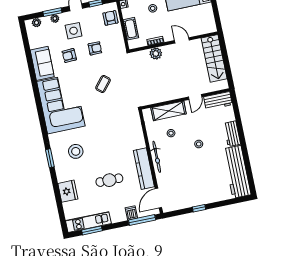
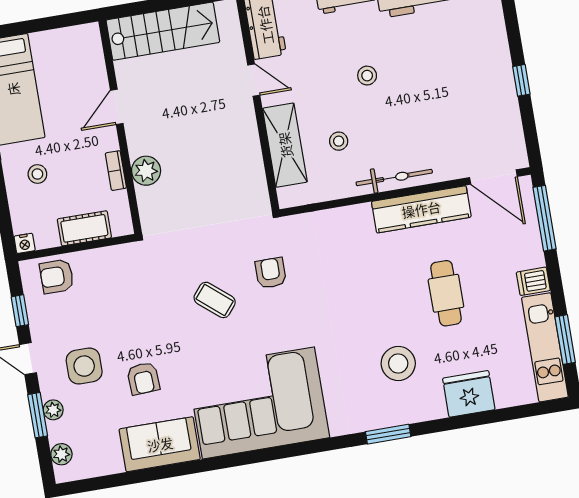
armchair: (95, 48) -> (271, 273), moved
stool: (76, 151) -> (398, 363), moved
dishwasher: (131, 213) -> (533, 281), moved

